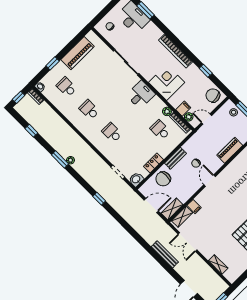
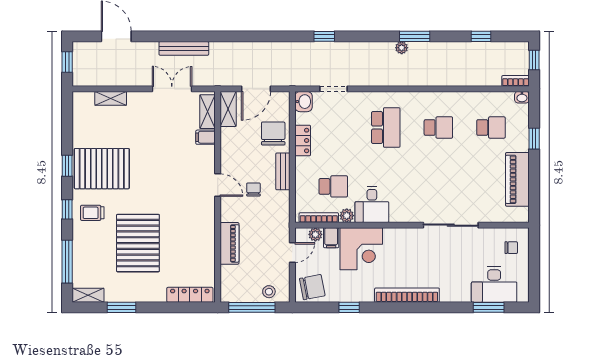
corner desk: (167, 82) -> (361, 249), moved
desk: (141, 95) -> (372, 205), moved
school desk: (112, 133) -> (386, 128), width x1.85

